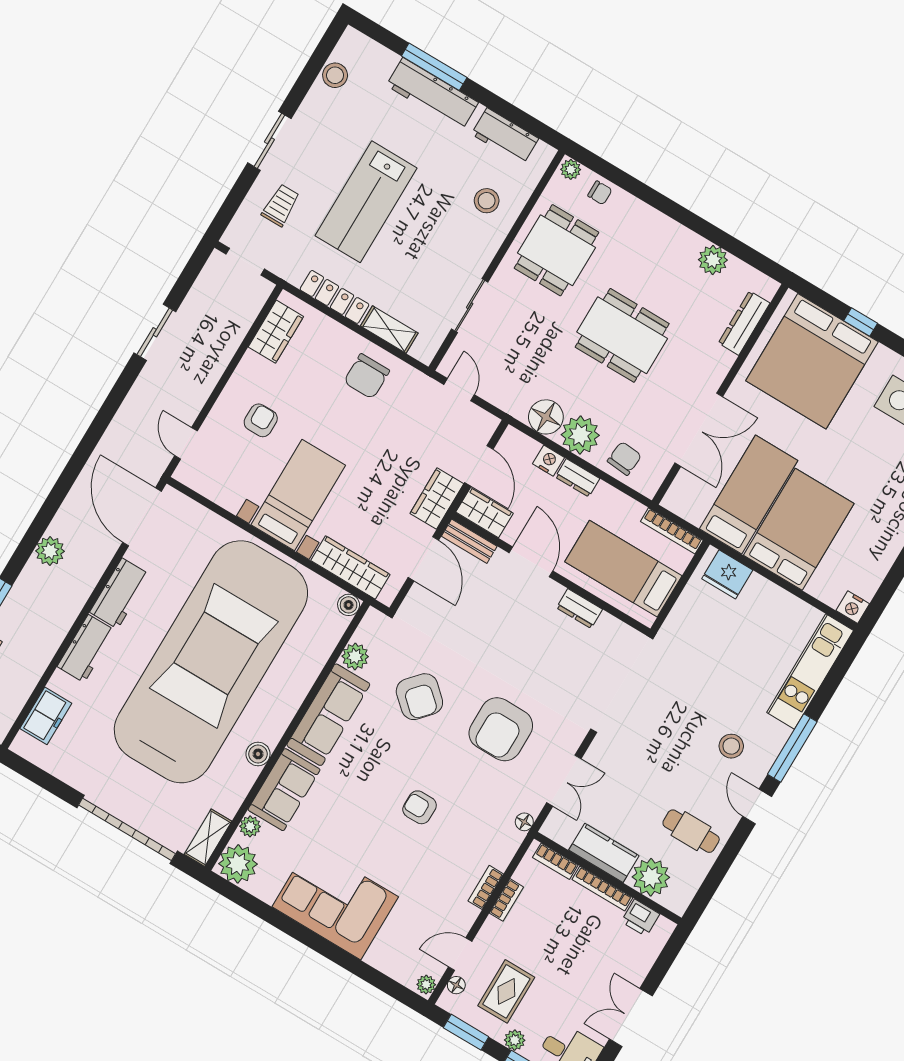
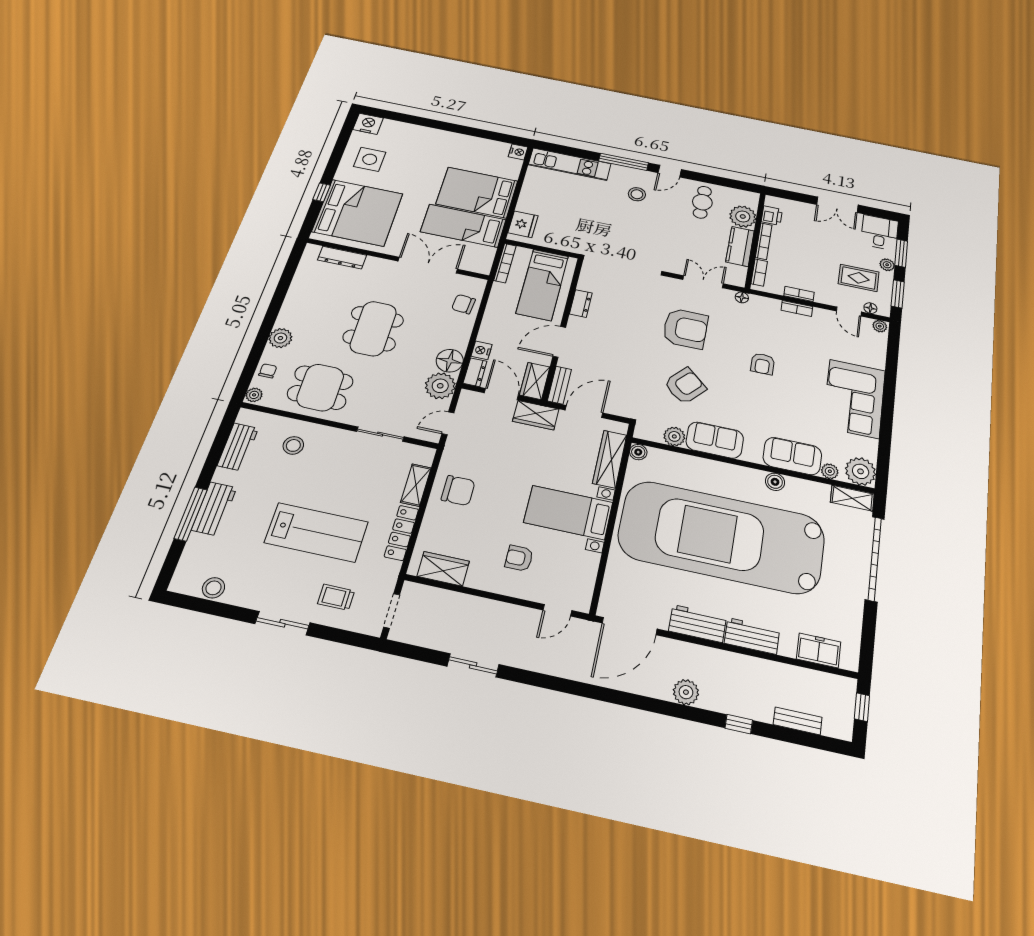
workbench: (432, 94) -> (214, 509), width x0.73
plant: (713, 260) -> (280, 338), moved
plant: (580, 435) -> (440, 386), moved
door: (479, 466) -> (501, 394), hinge flipped
dresser: (578, 478) -> (475, 372), moved
sofa: (328, 715) -> (715, 440), width x0.73

